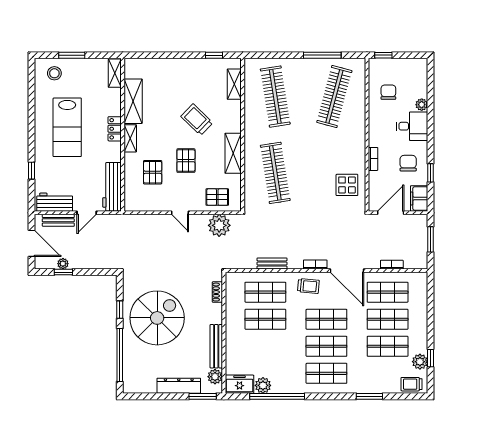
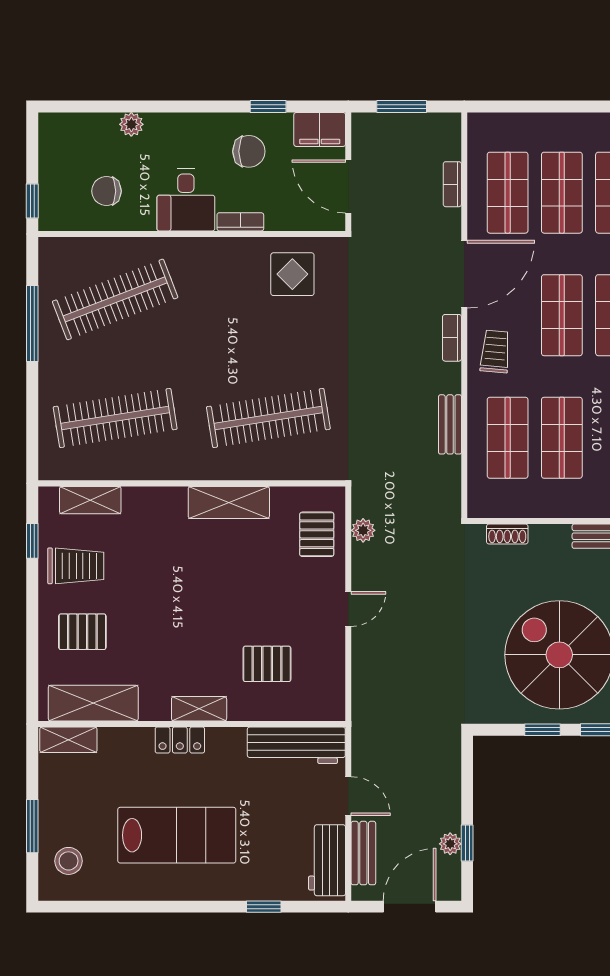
clothes rail: (334, 97) -> (115, 299), turned -36
shelving: (133, 101) -> (93, 703), moved
trolley: (197, 120) -> (76, 566), moved, turned -134
desk: (412, 126) -> (186, 200), moved, turned 180
pallet: (186, 161) -> (82, 632), moved
chair: (408, 163) -> (249, 151), turned 180
plant: (219, 225) -> (363, 530), width x0.53, depth x0.53

